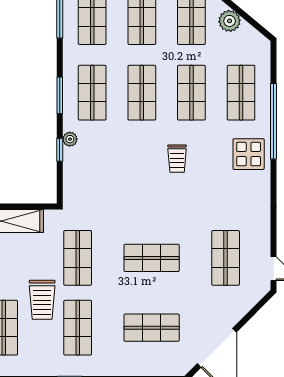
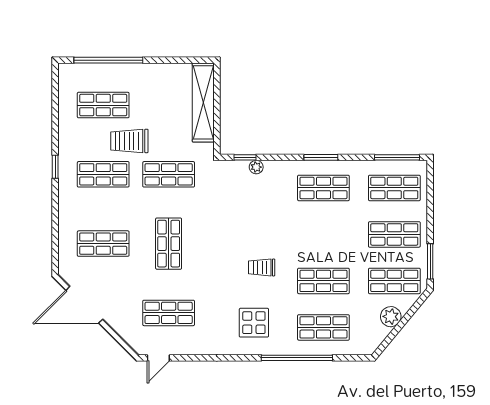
shop shelf: (142, 93) -> (323, 234), removed
plant: (70, 139) -> (256, 167), moved
window: (60, 150) -> (245, 157), moved
display table: (249, 154) -> (254, 323), moved
shop shelf: (152, 328) -> (103, 244), turned 90

